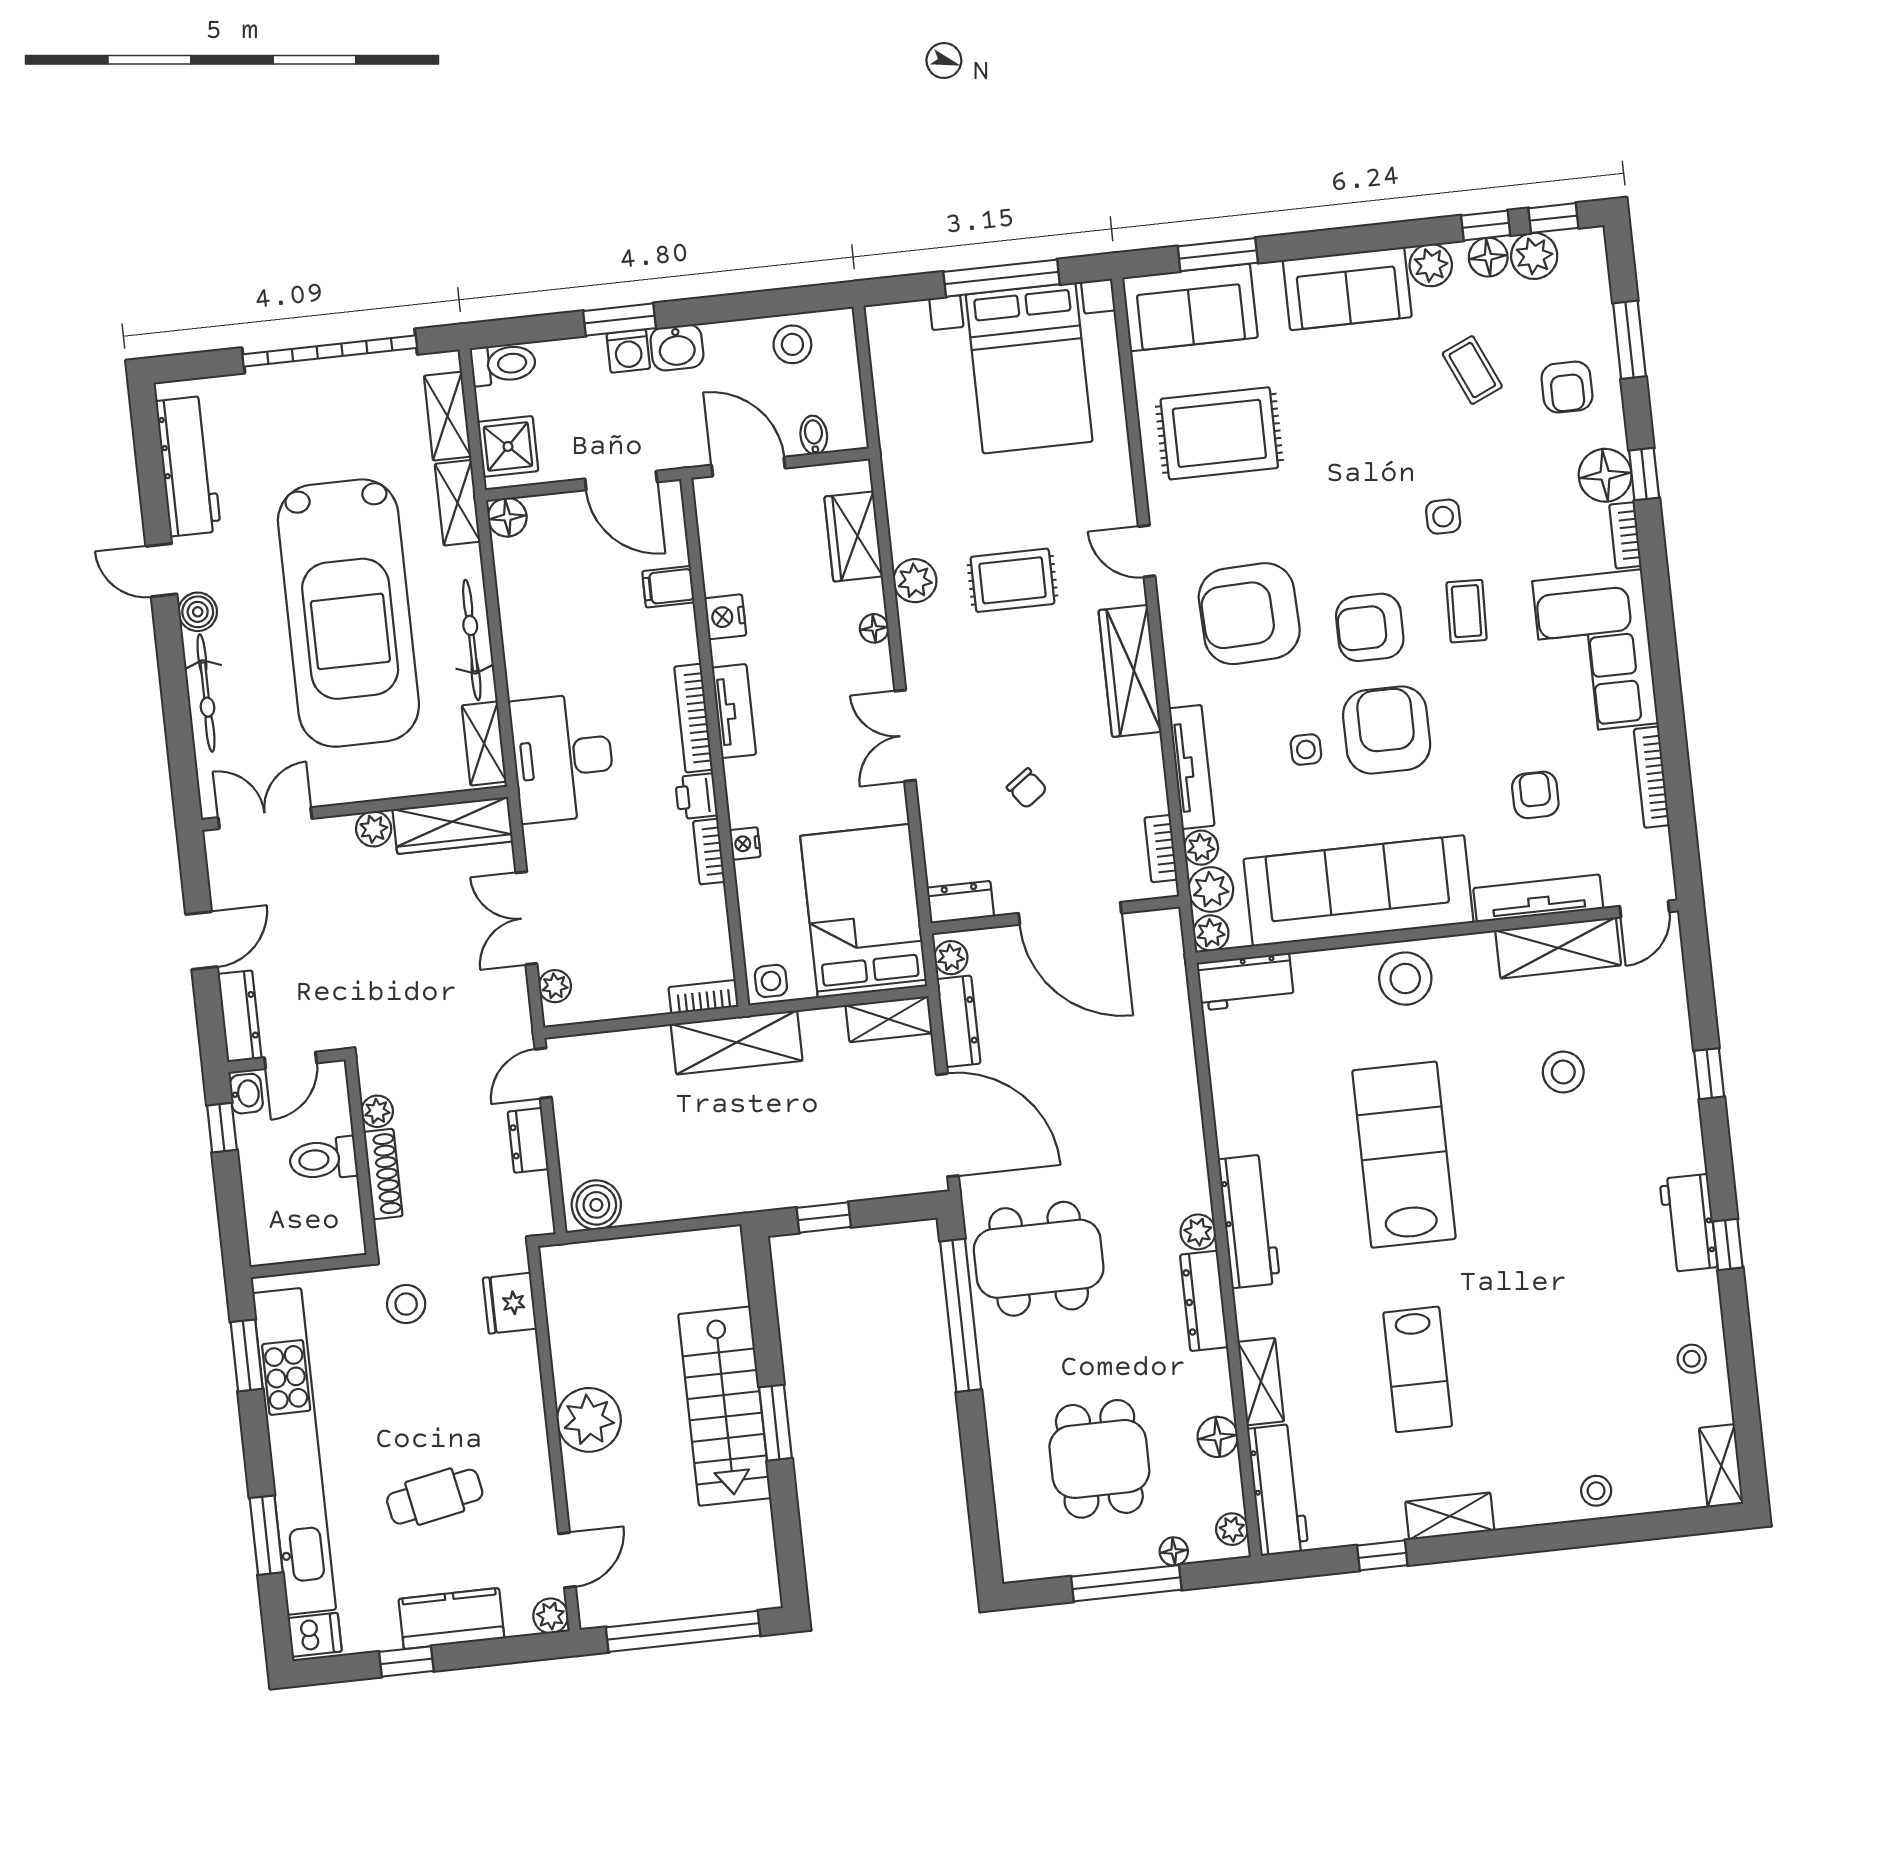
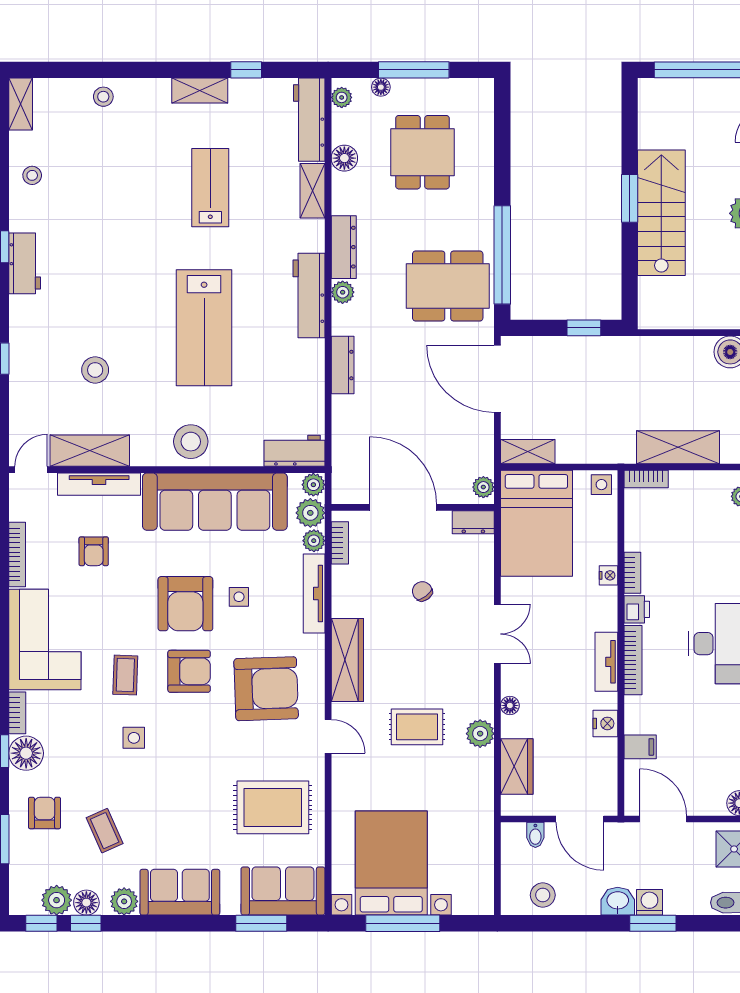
dresser: (959, 1021) -> (343, 365), moved, turned 180
shelving: (737, 1042) -> (678, 447), moved

